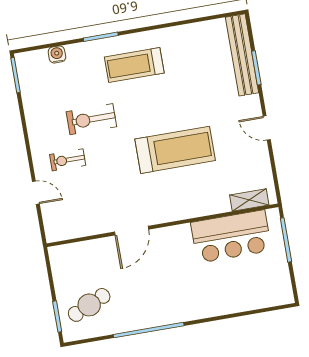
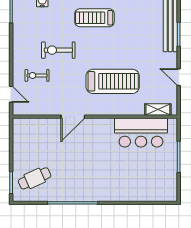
shelving: (249, 200) -> (158, 109), moved
wall: (162, 225) -> (95, 117), moved
door: (132, 231) -> (73, 117), moved
bar counter: (231, 237) -> (141, 133), moved

